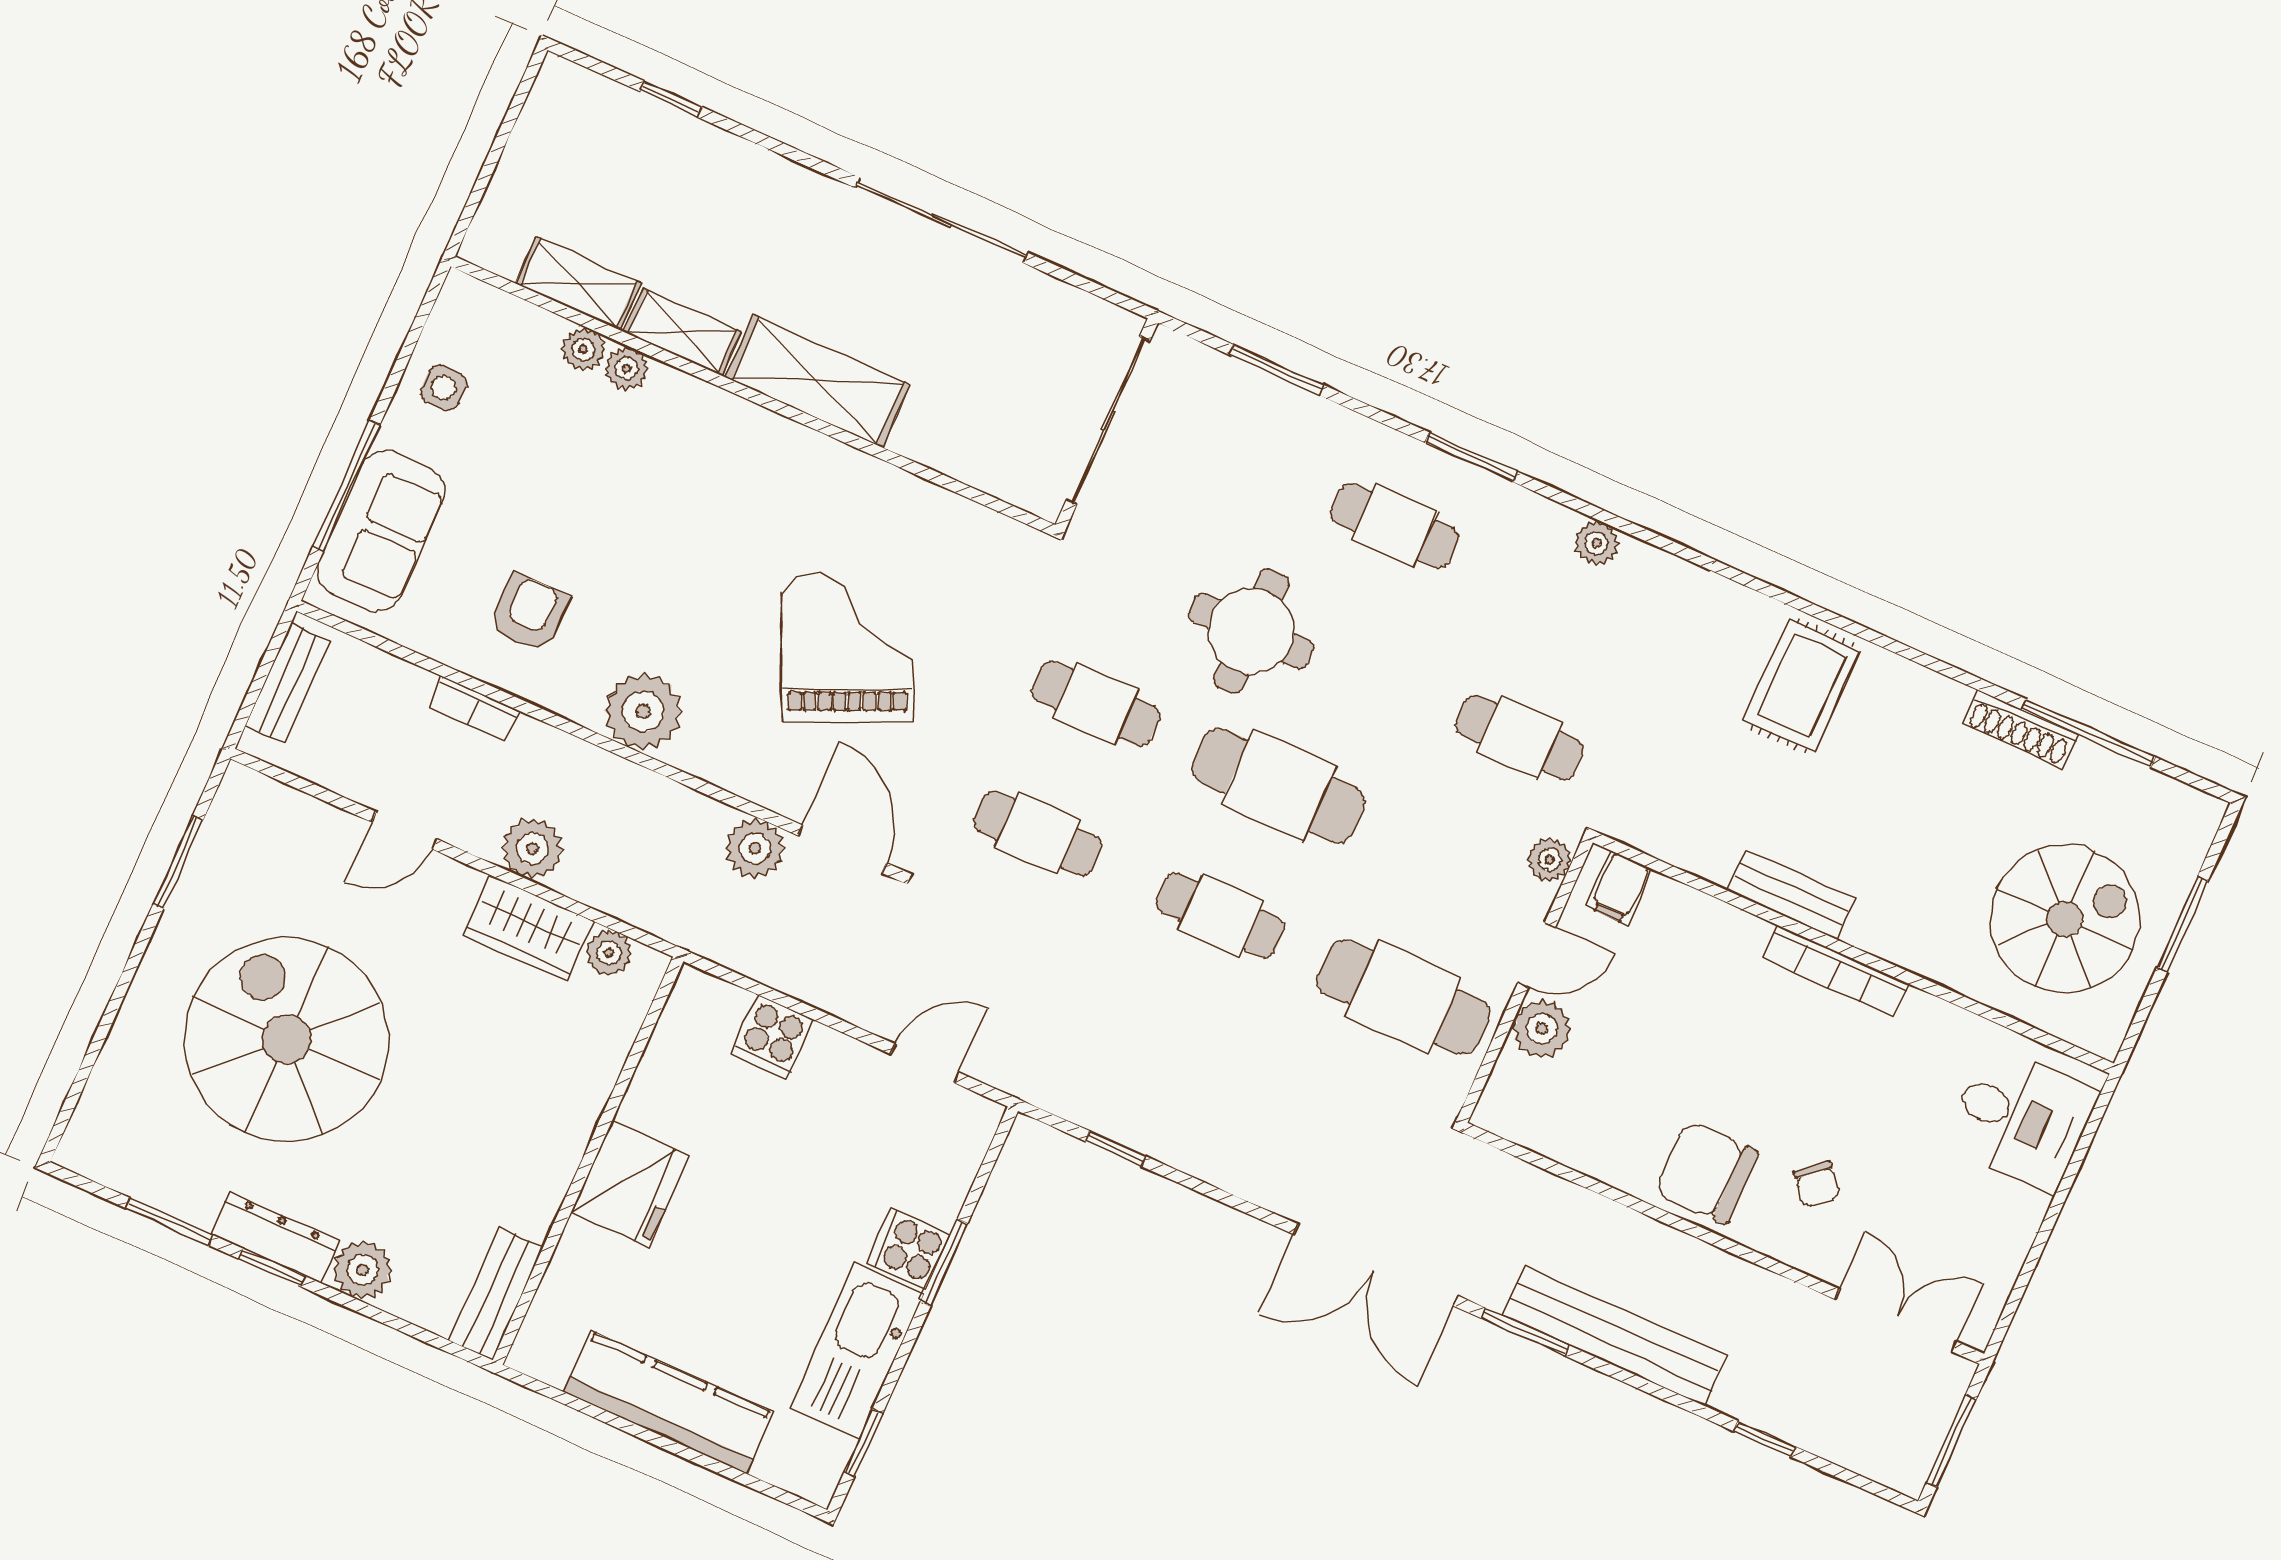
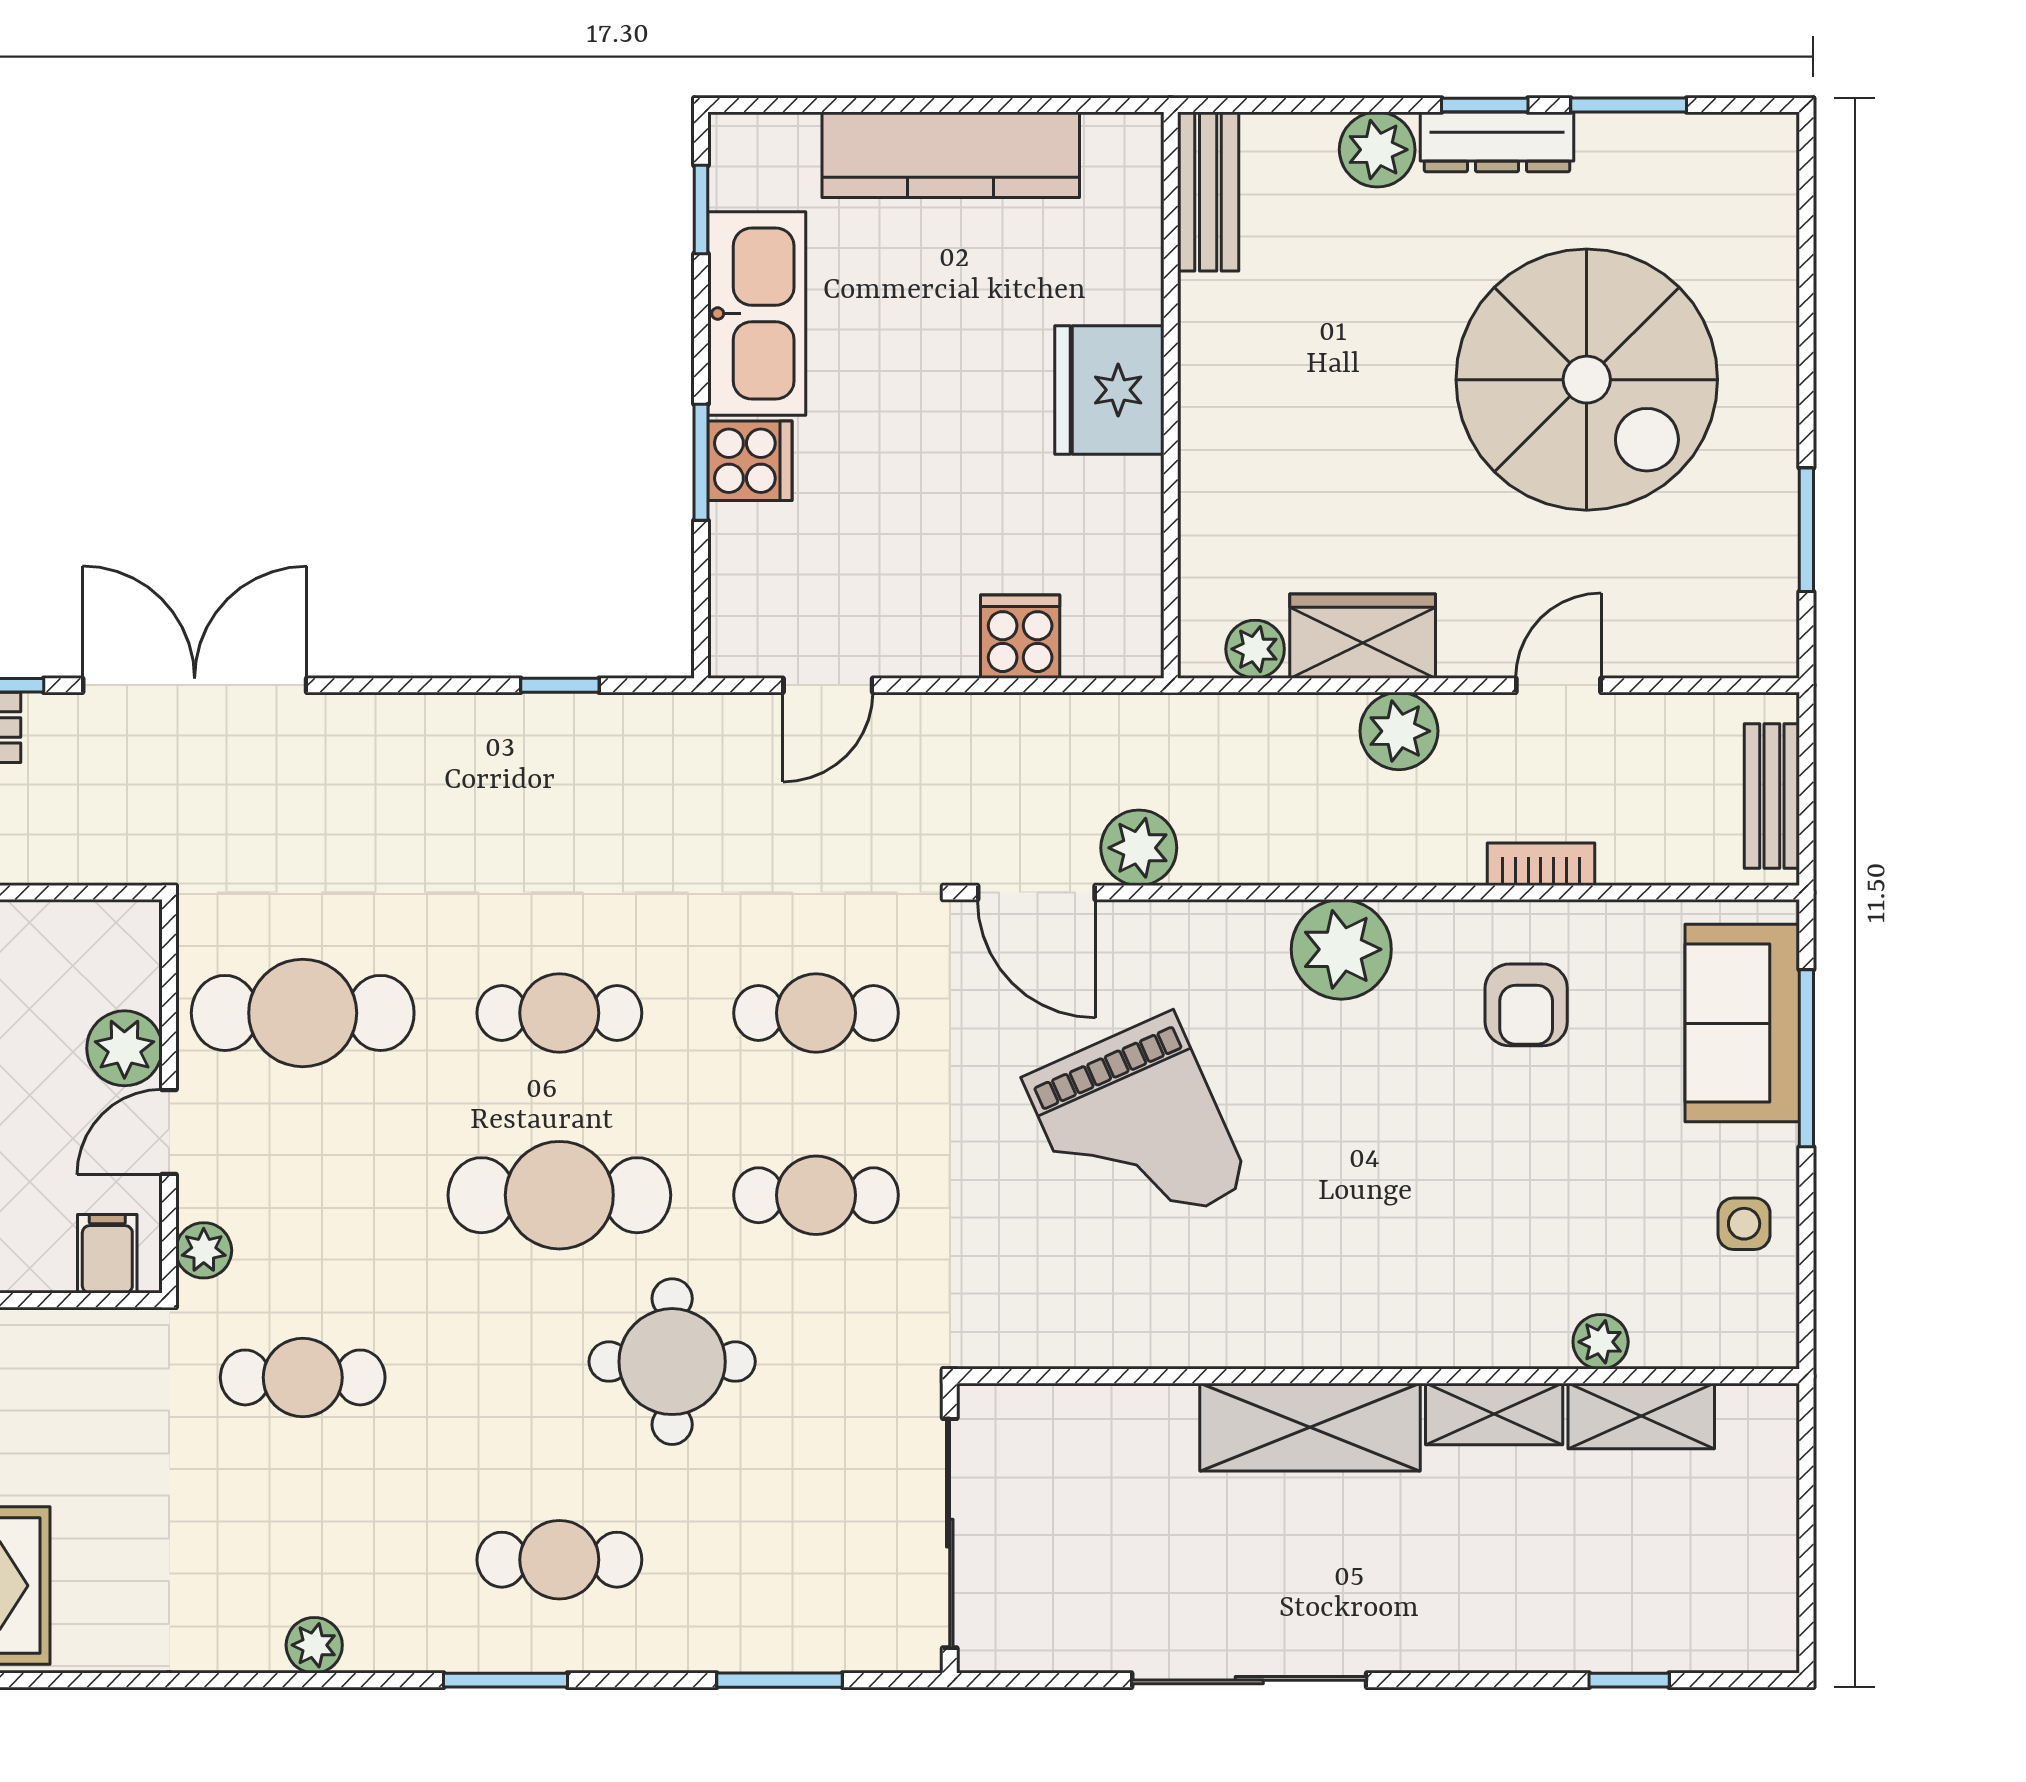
plant: (626, 369) -> (1540, 1342), removed

